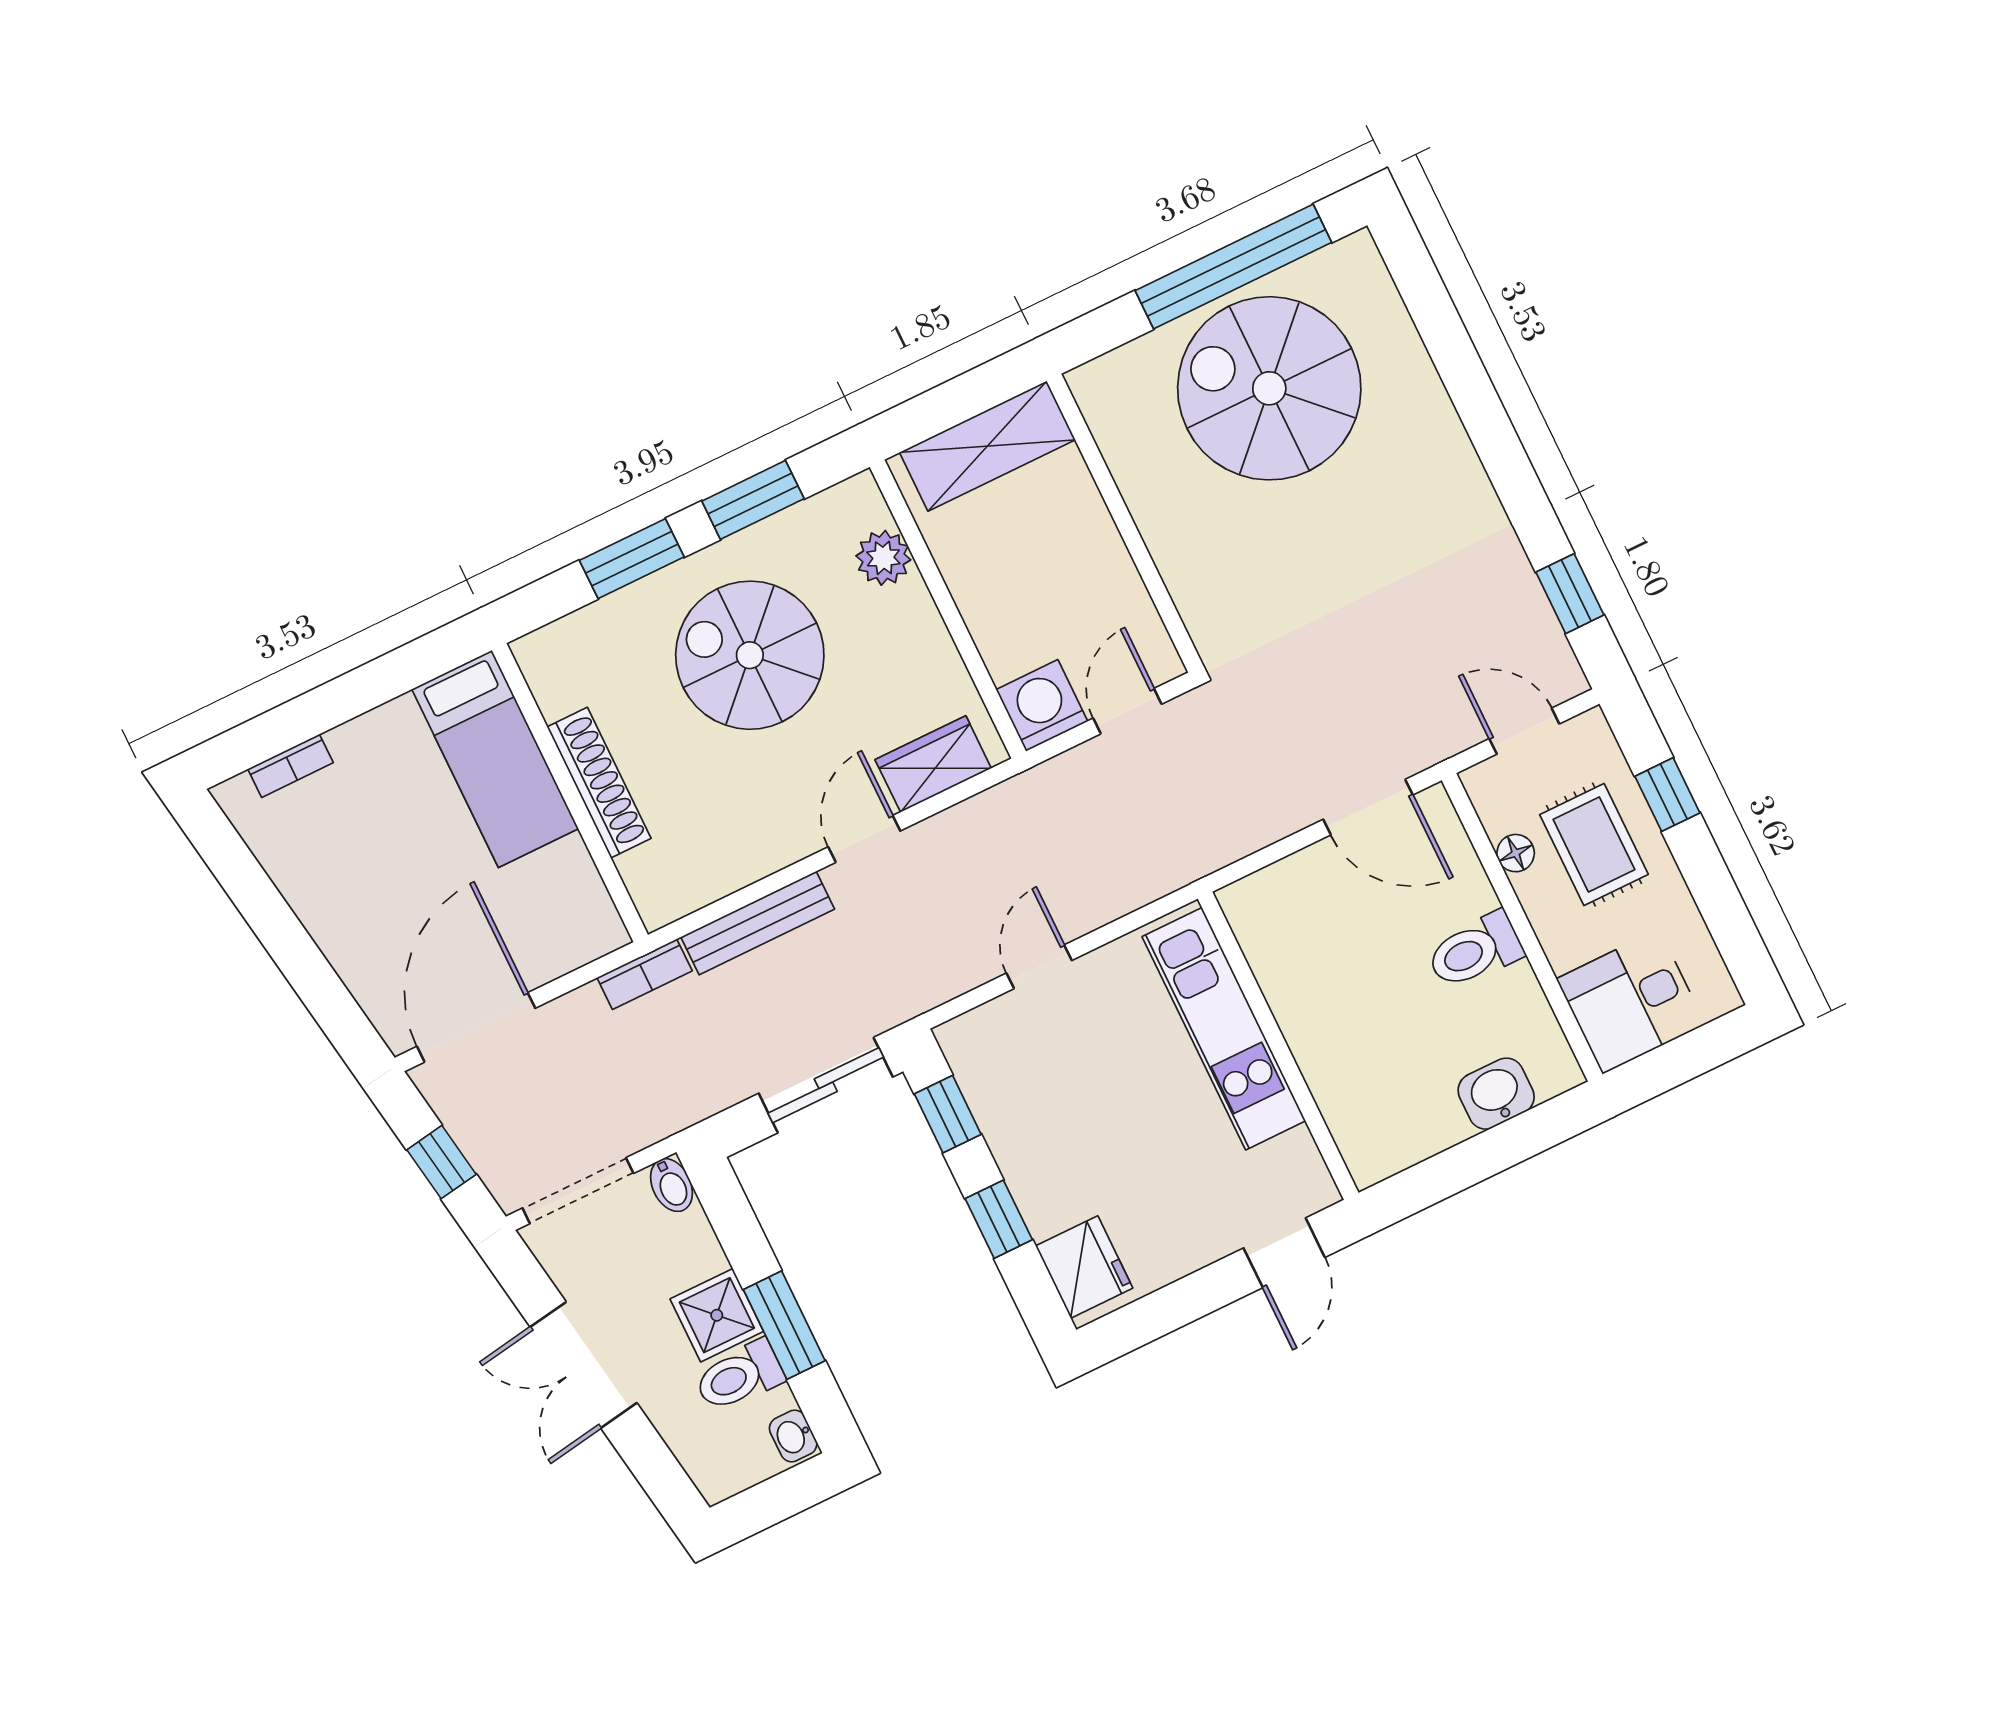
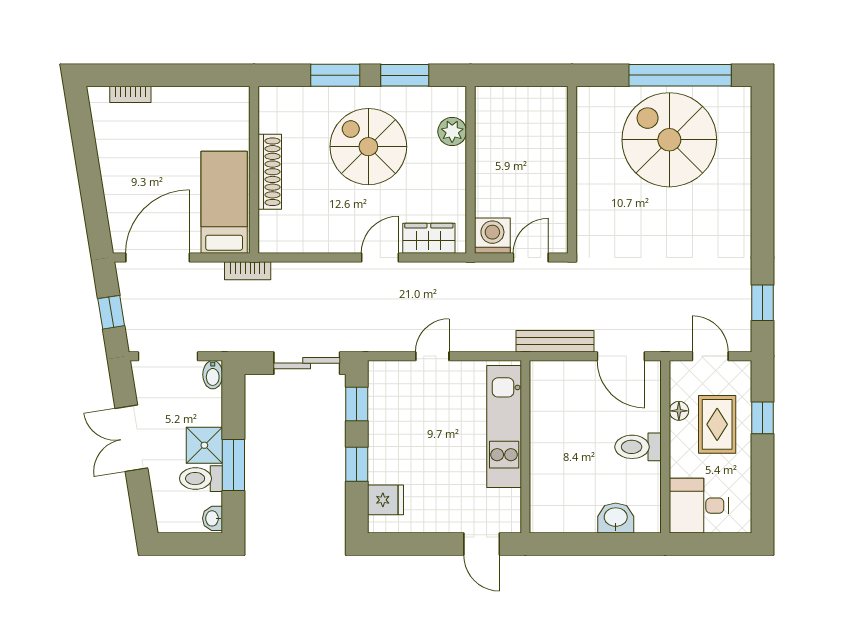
shelving: (987, 446) -> (526, 103), removed
bed: (495, 759) -> (224, 202), moved, turned 180
bench: (758, 923) -> (555, 341), moved
door: (1284, 1253) -> (482, 544), hinge flipped
fridge: (1084, 1267) -> (386, 500), width x0.72

